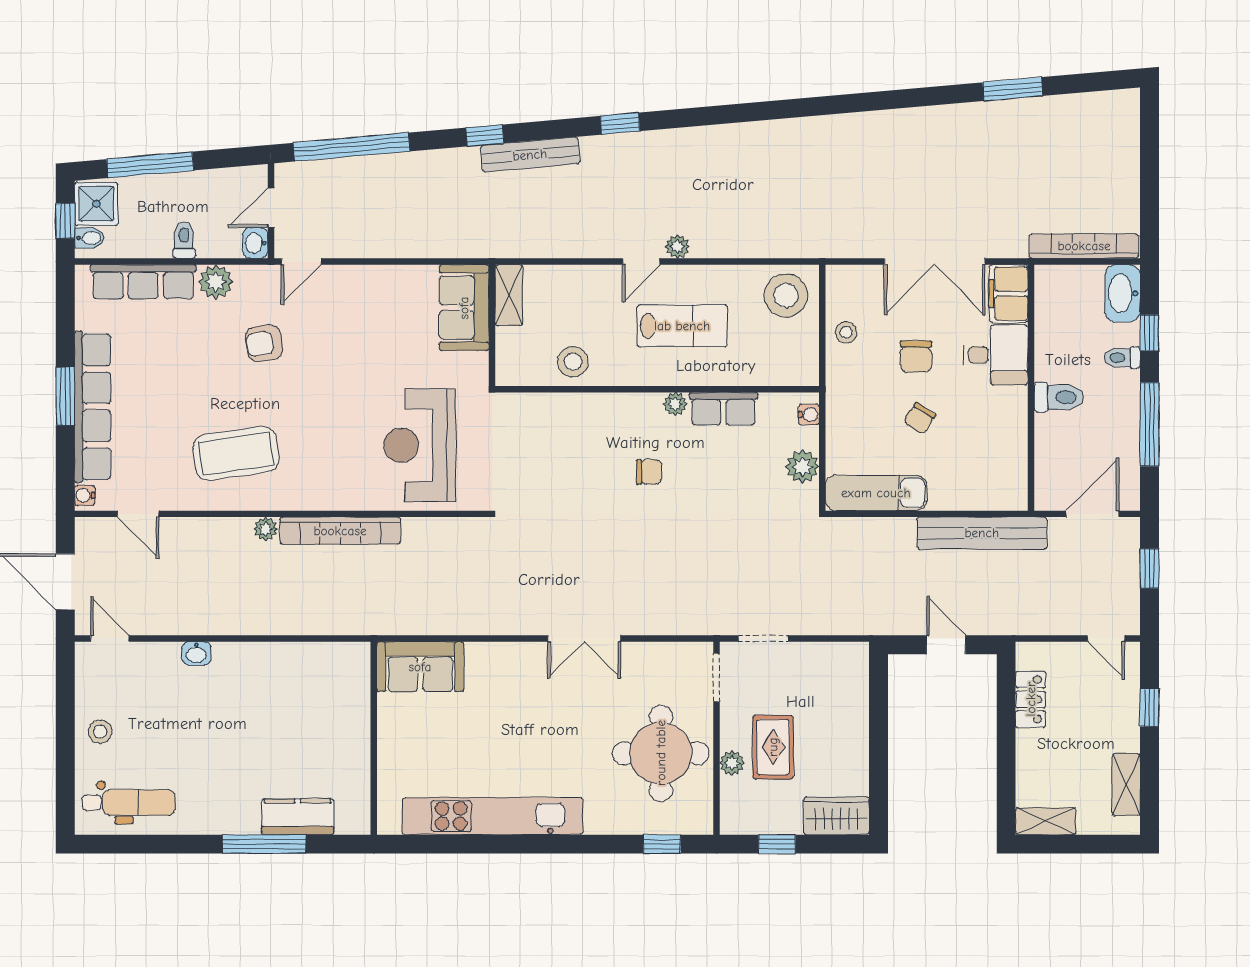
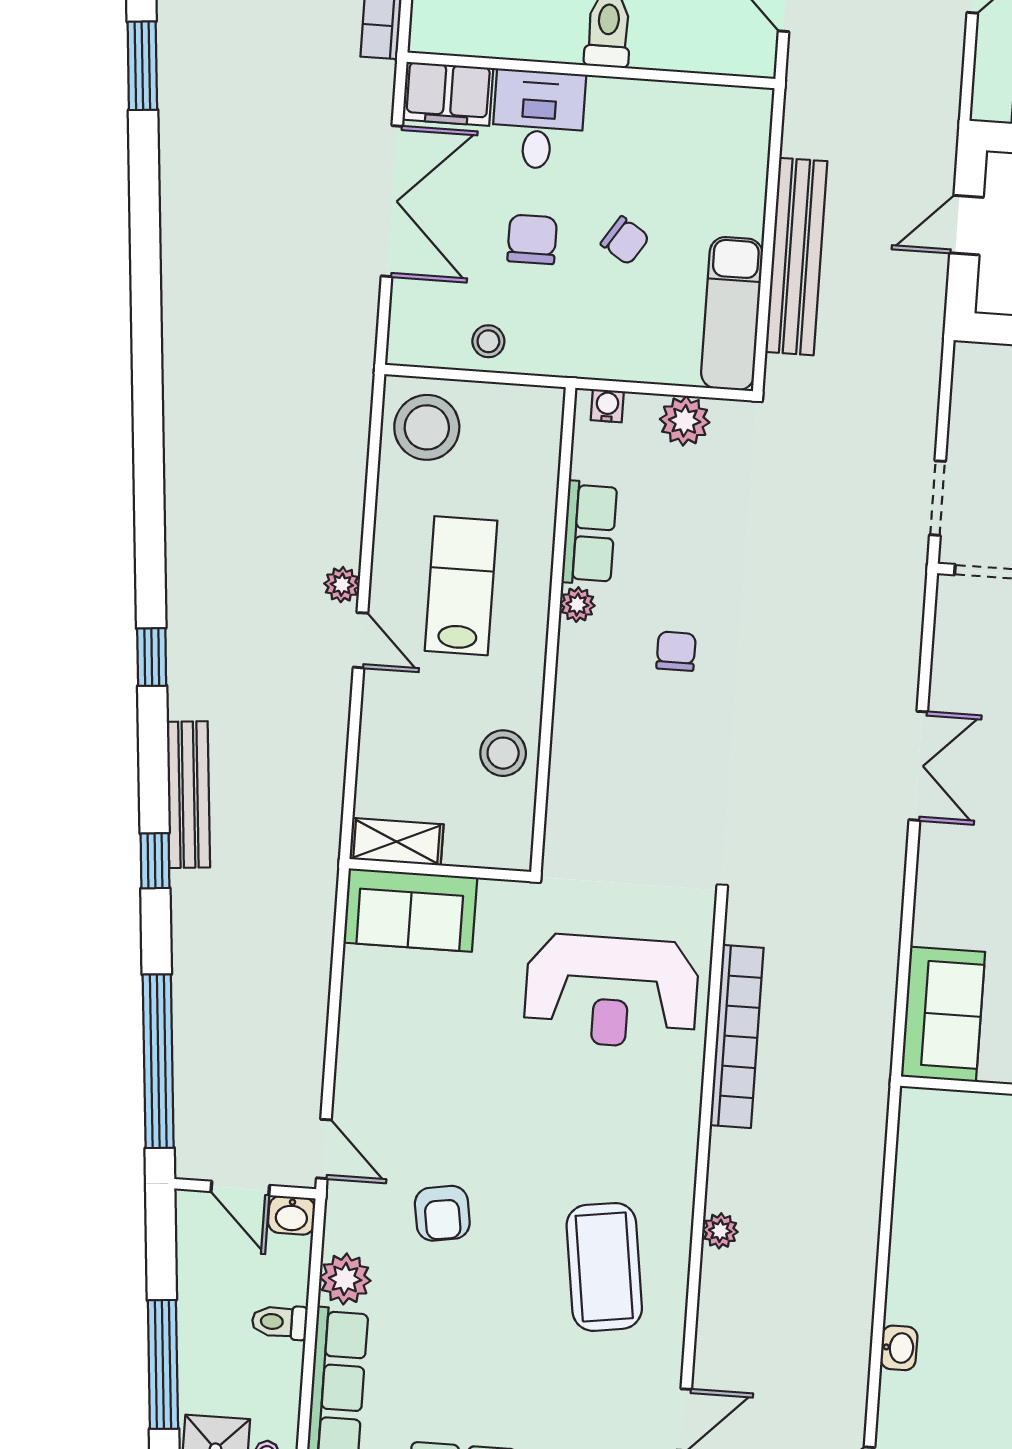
chair: (916, 357) -> (532, 239), turned -90
bookcase: (340, 531) -> (737, 1036), moved
bench: (982, 533) -> (796, 257), moved

